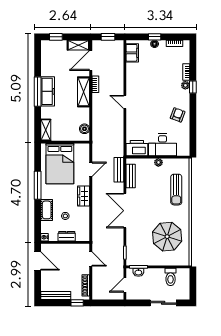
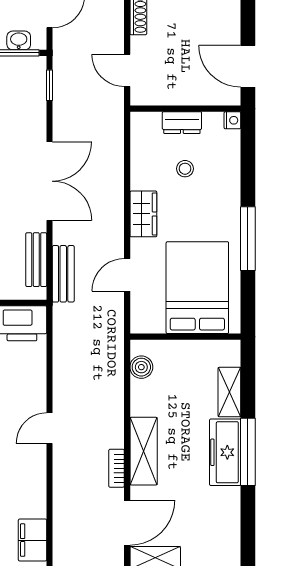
door: (125, 102) -> (49, 428), swing flipped
shelving: (46, 130) -> (229, 392), moved
cot: (47, 210) -> (227, 182), removed

